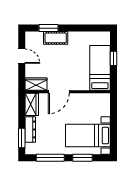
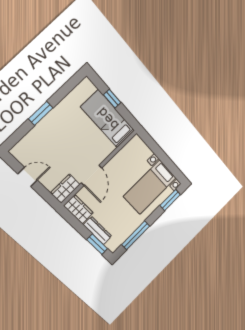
window: (49, 28) -> (41, 113), moved
cot: (56, 38) -> (42, 130), removed
window: (83, 158) -> (170, 200), moved

